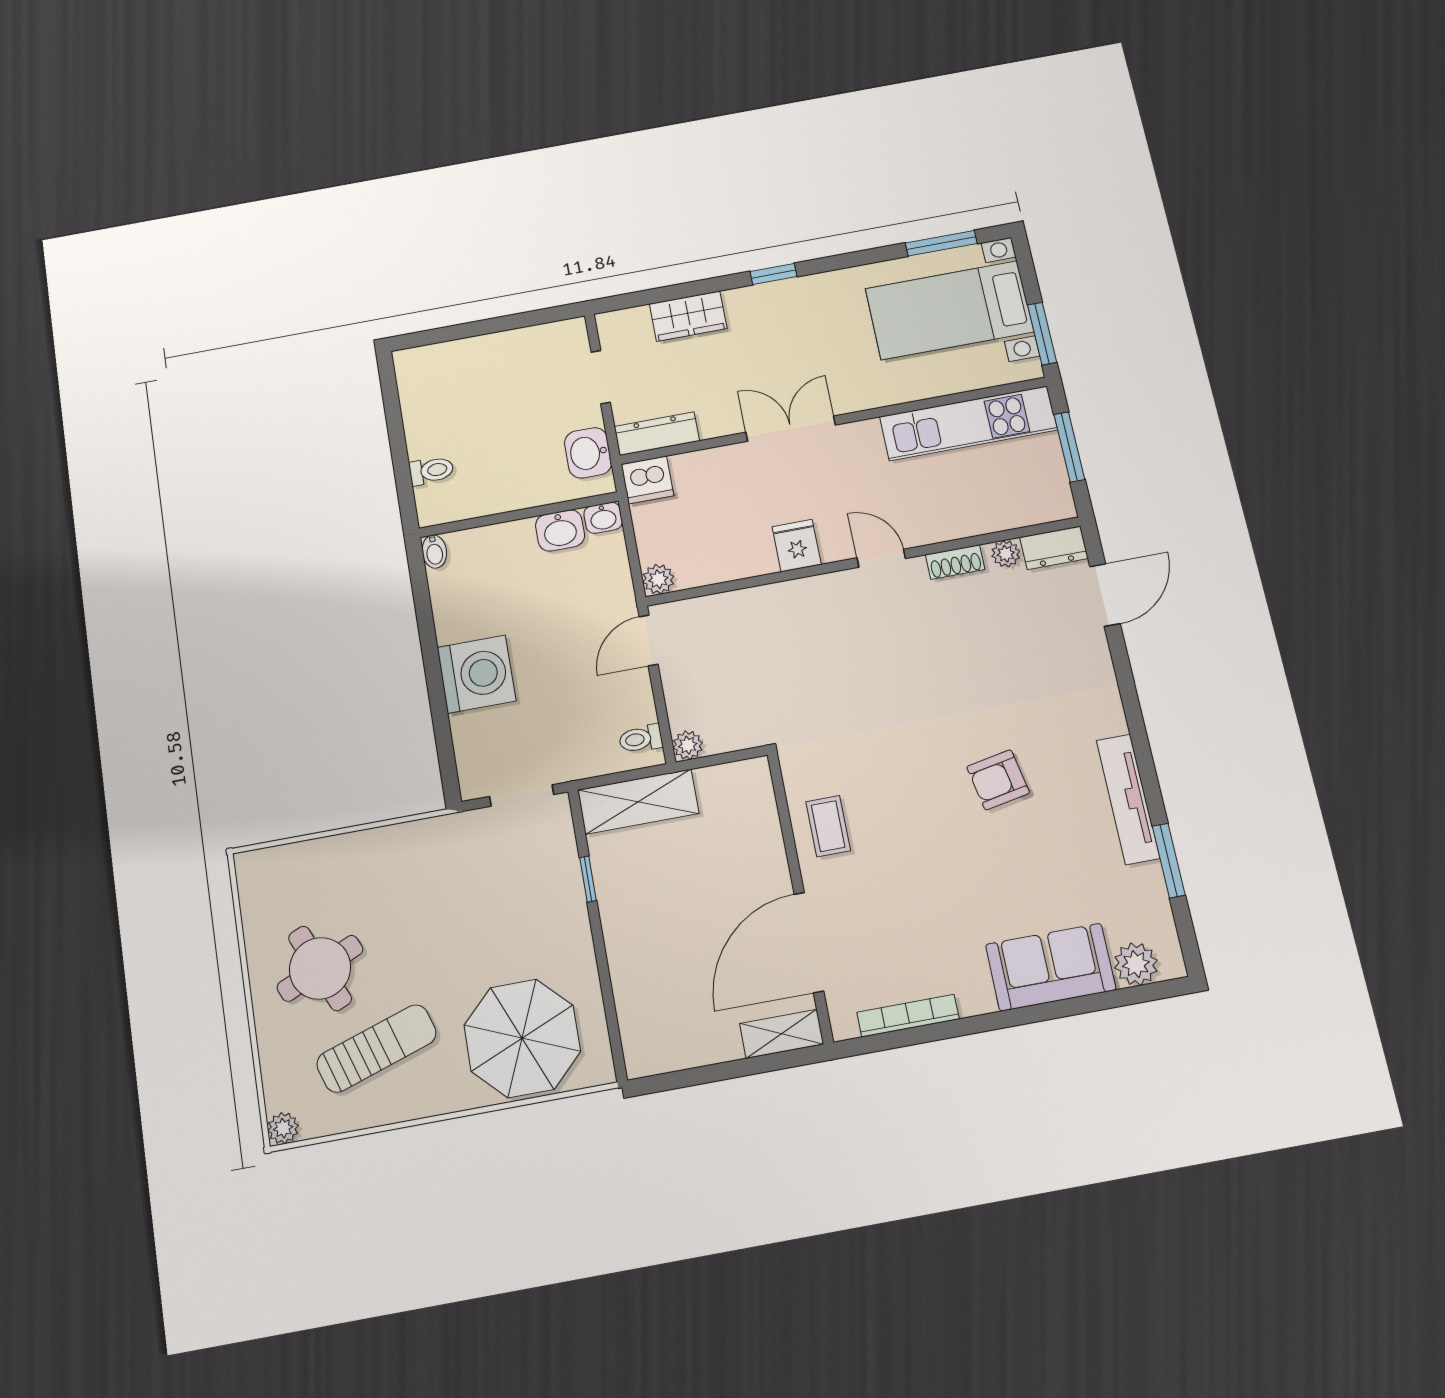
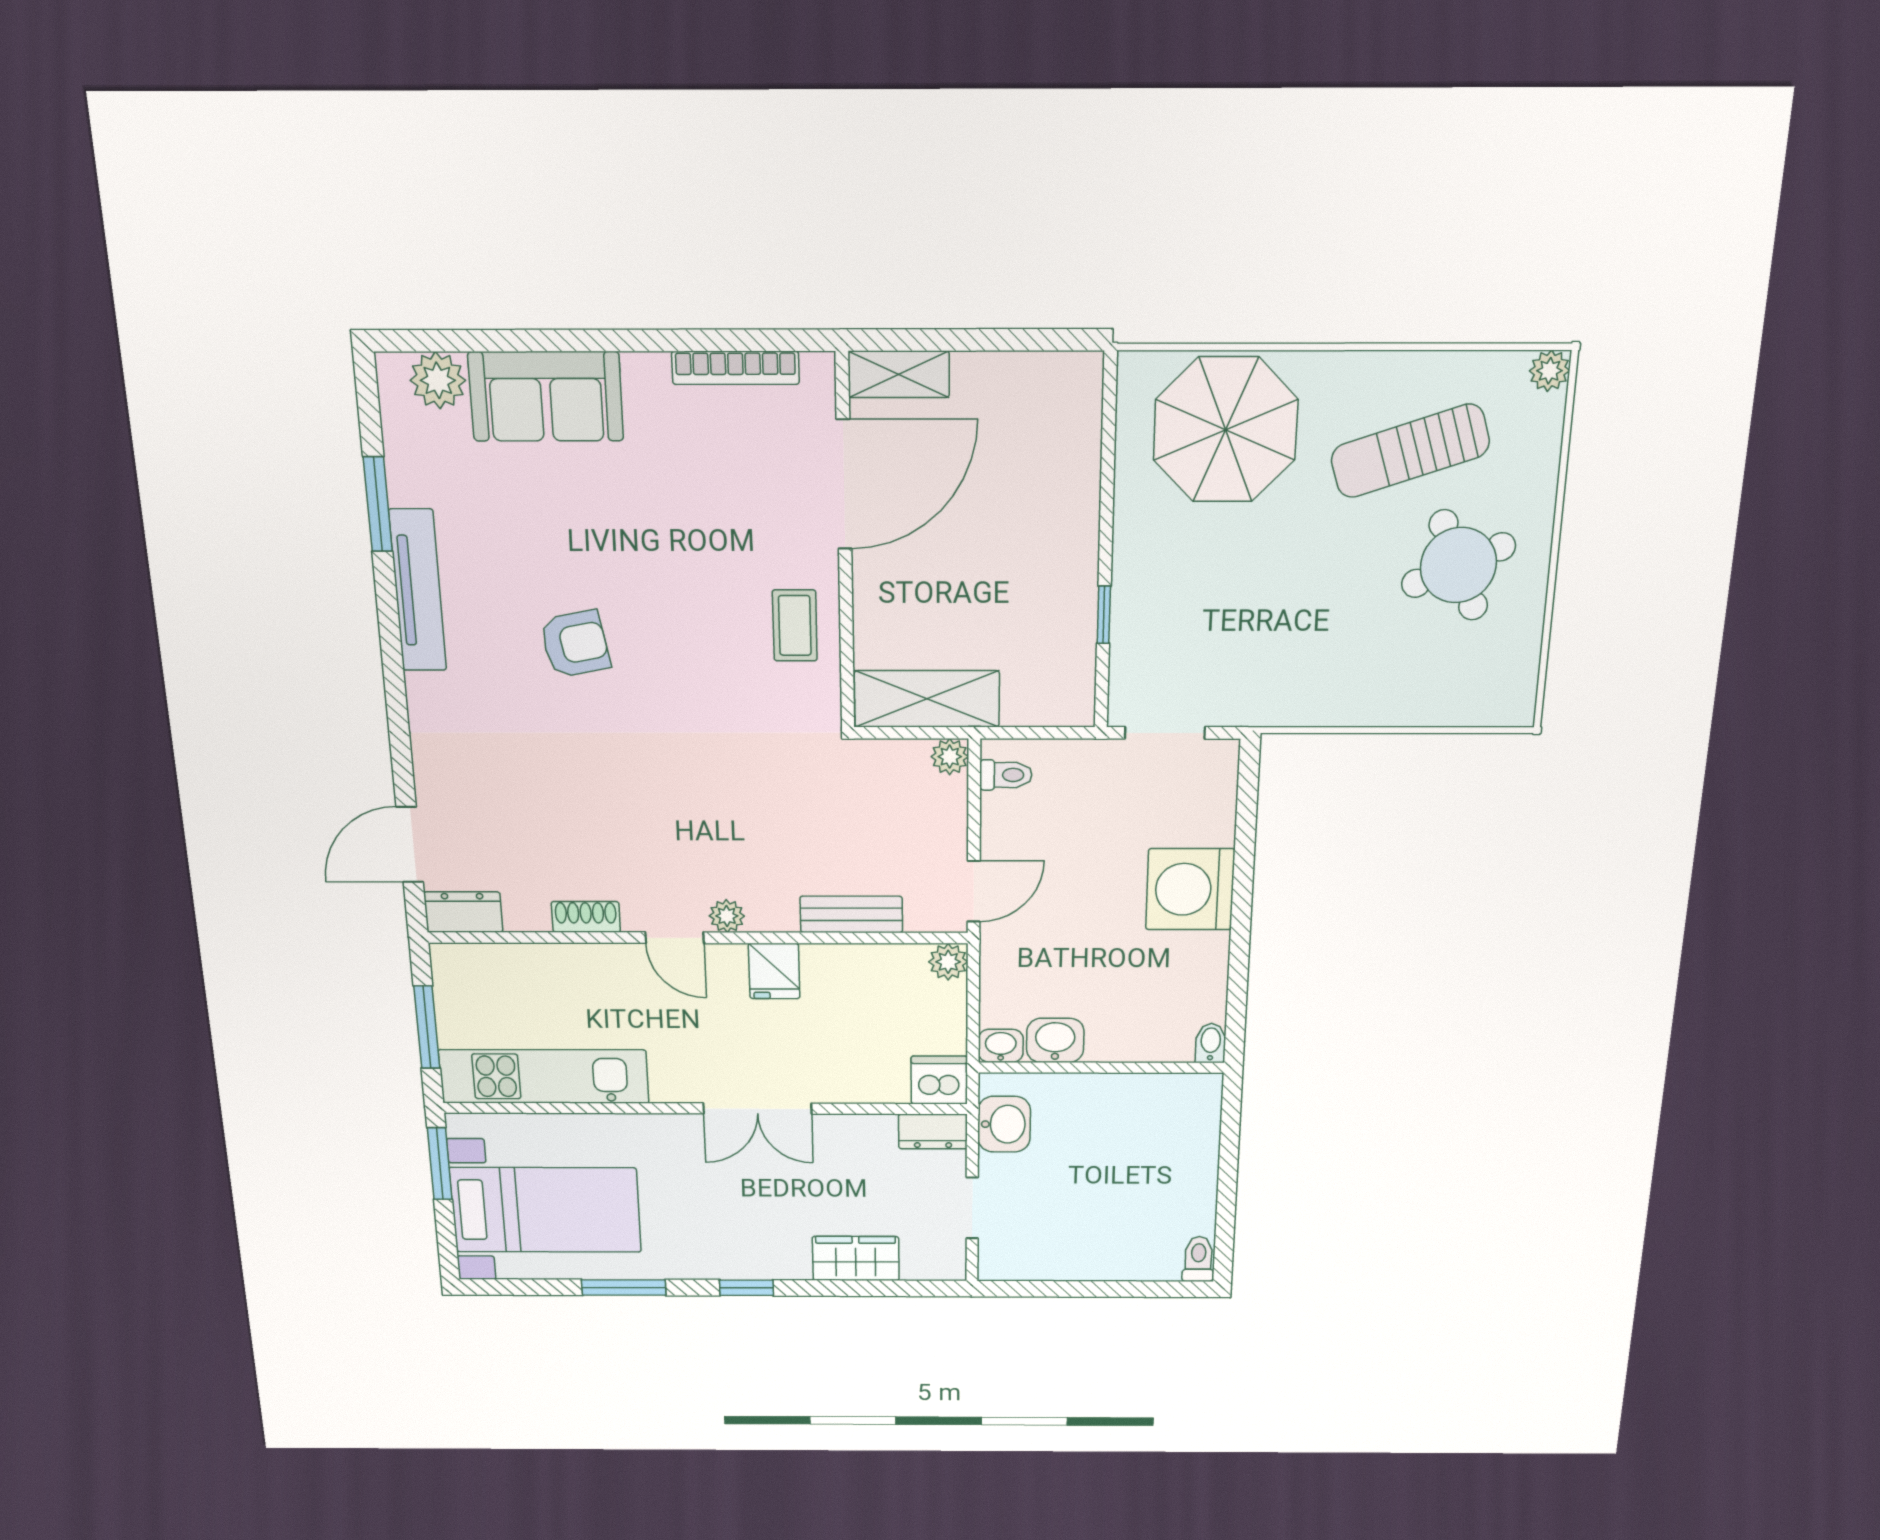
window: (941, 243) -> (624, 1287), moved
dresser: (657, 434) -> (933, 1131), width x0.70
toilet: (431, 471) -> (1198, 1259), moved, turned 90
plant: (1006, 554) -> (727, 916), moved
bench: (743, 604) -> (851, 914), added
shelving: (638, 802) -> (927, 699), moved

